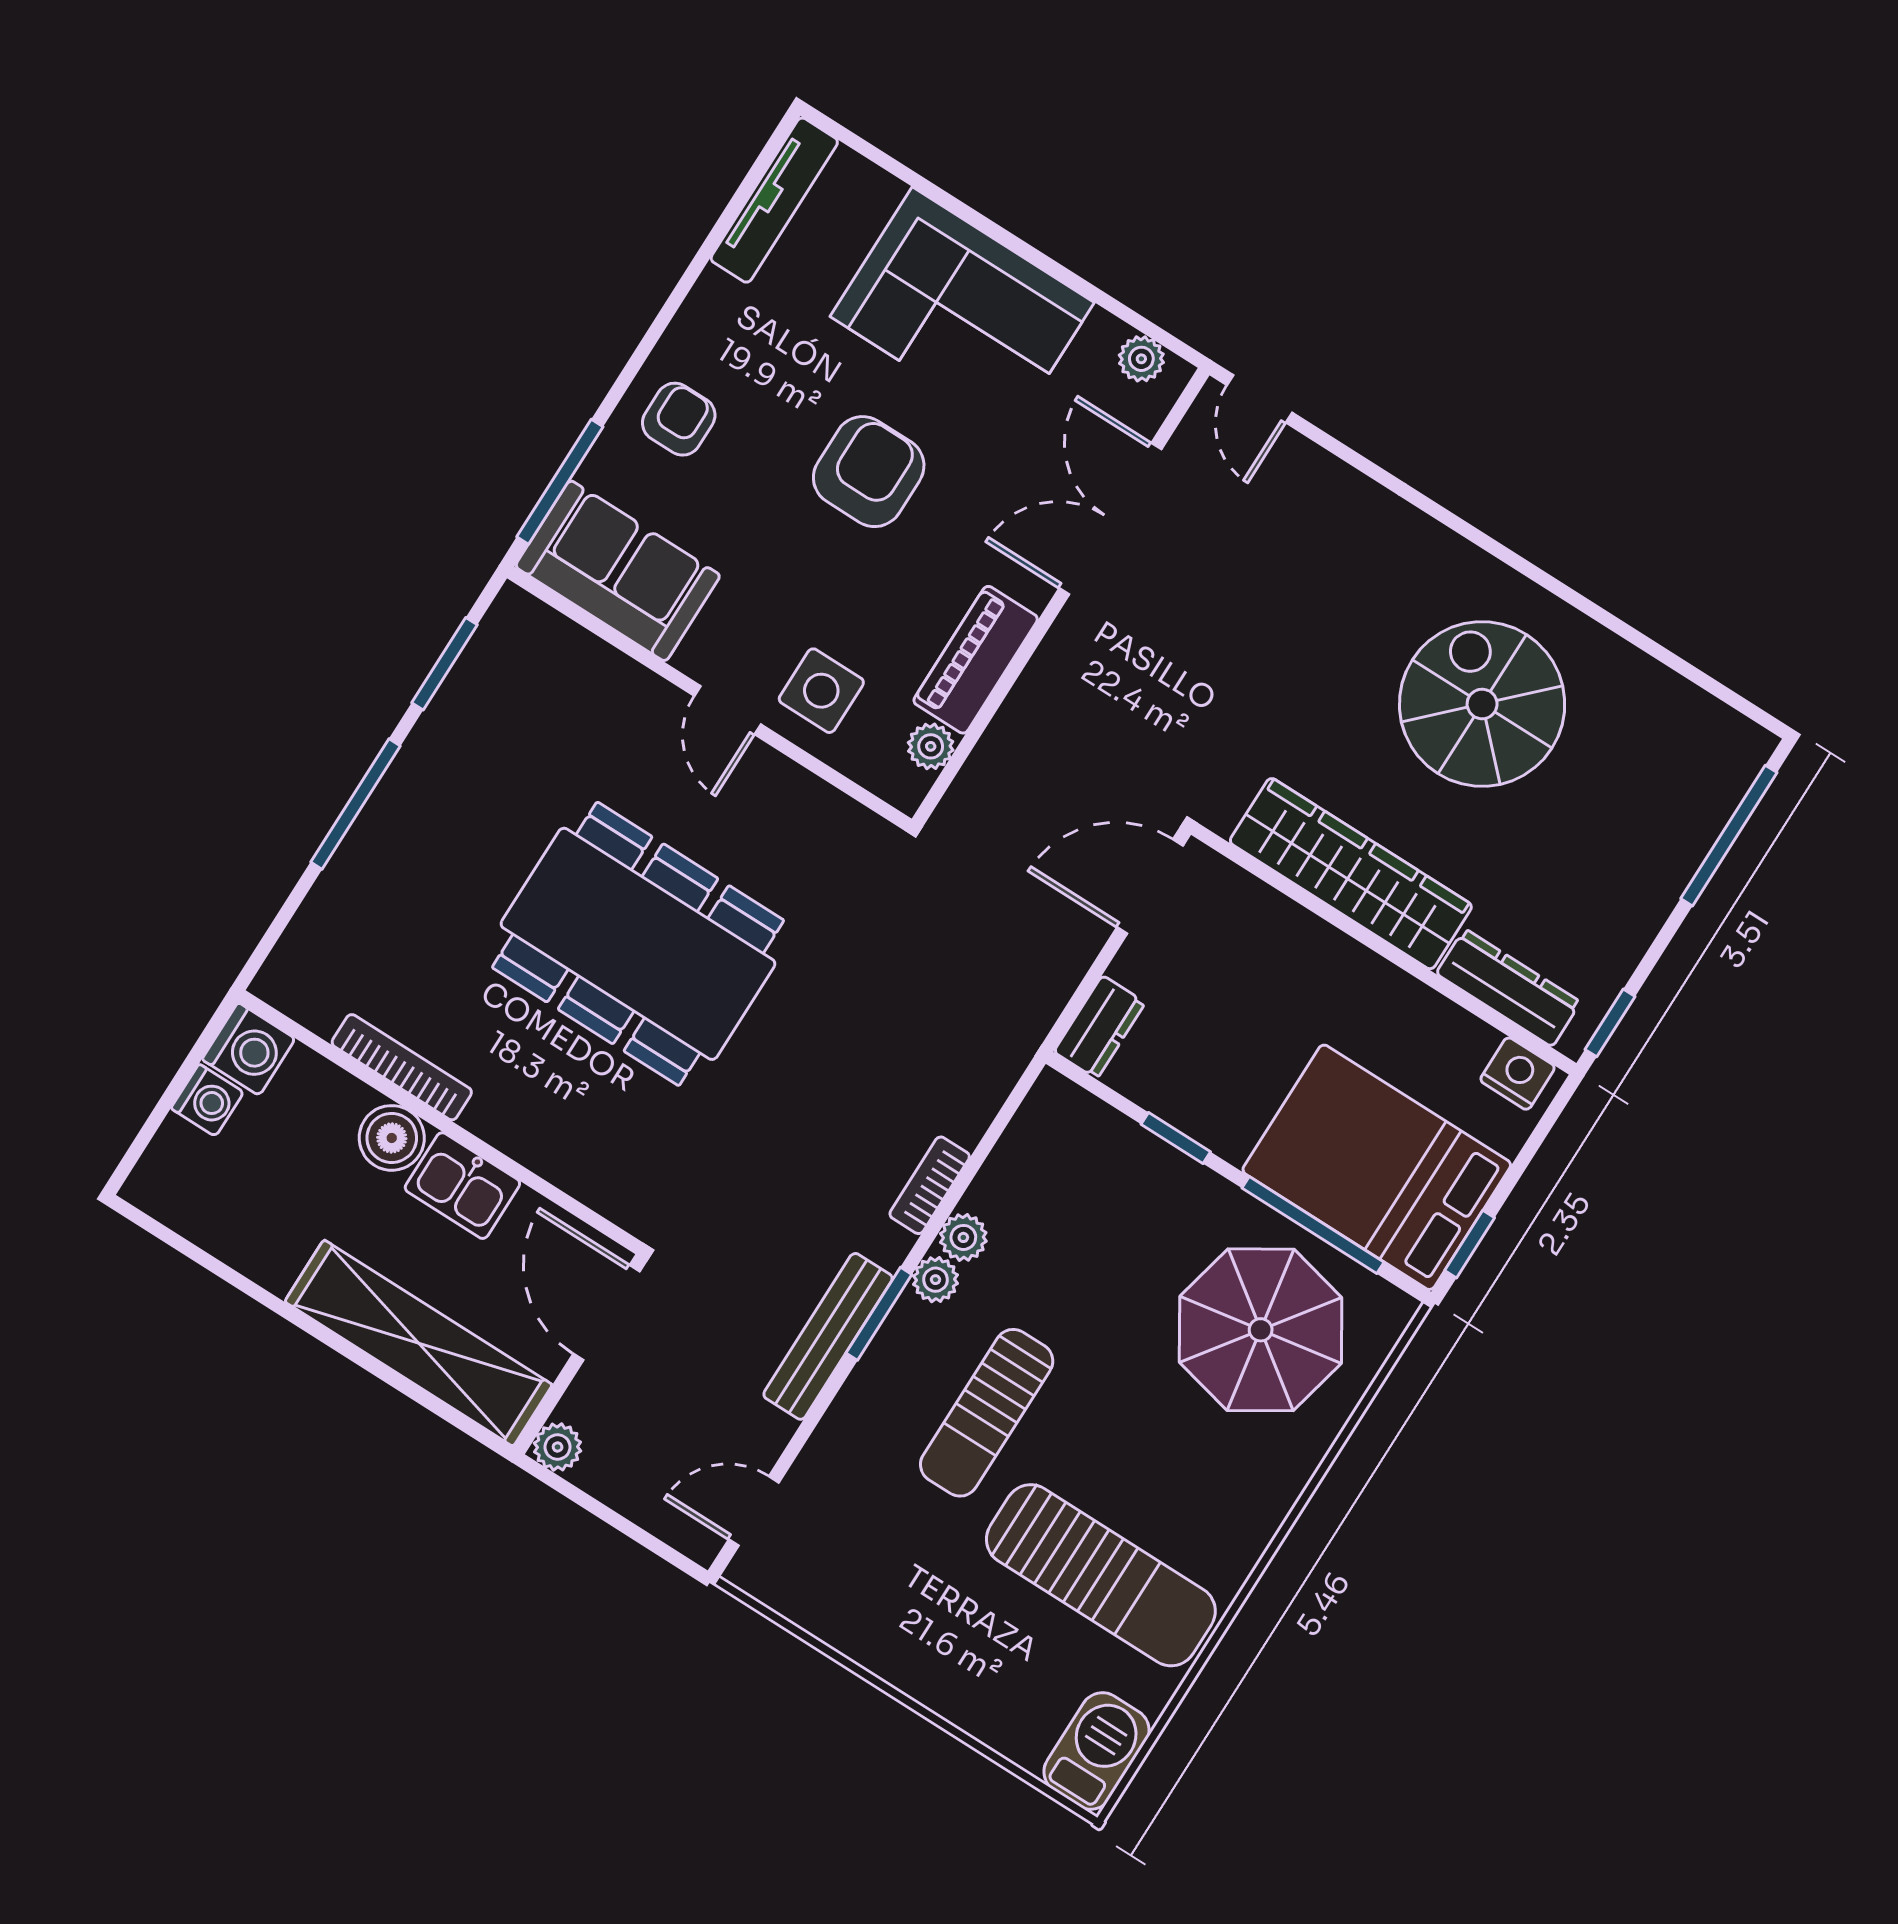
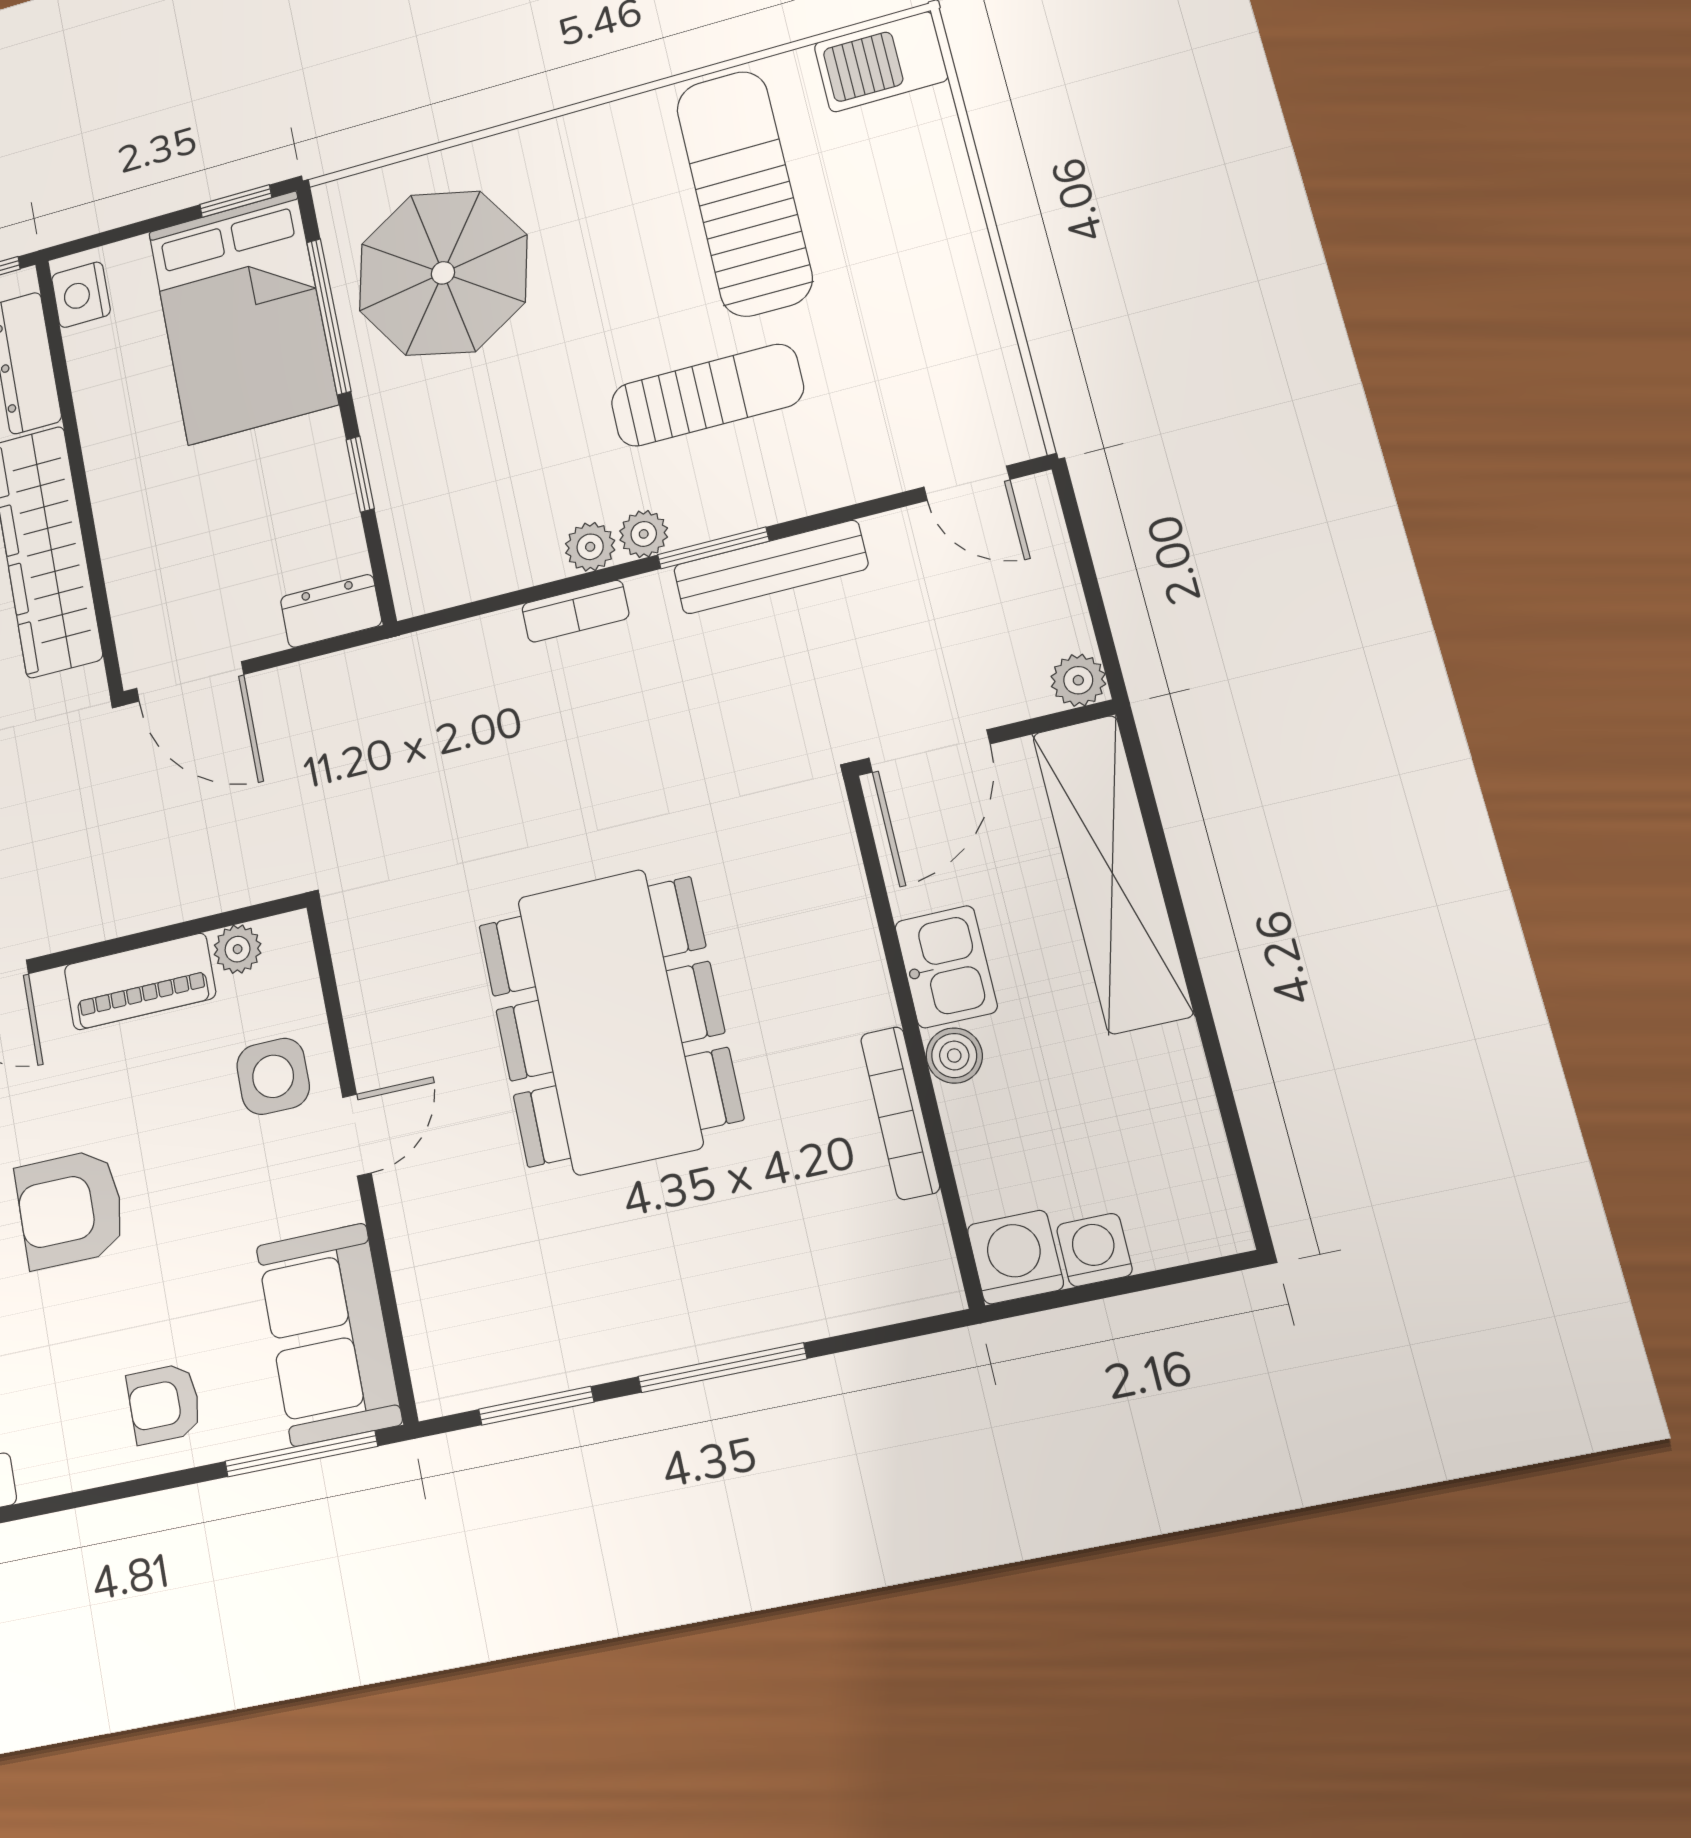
boiler: (392, 1138) -> (954, 1056), width x0.73, depth x0.73

